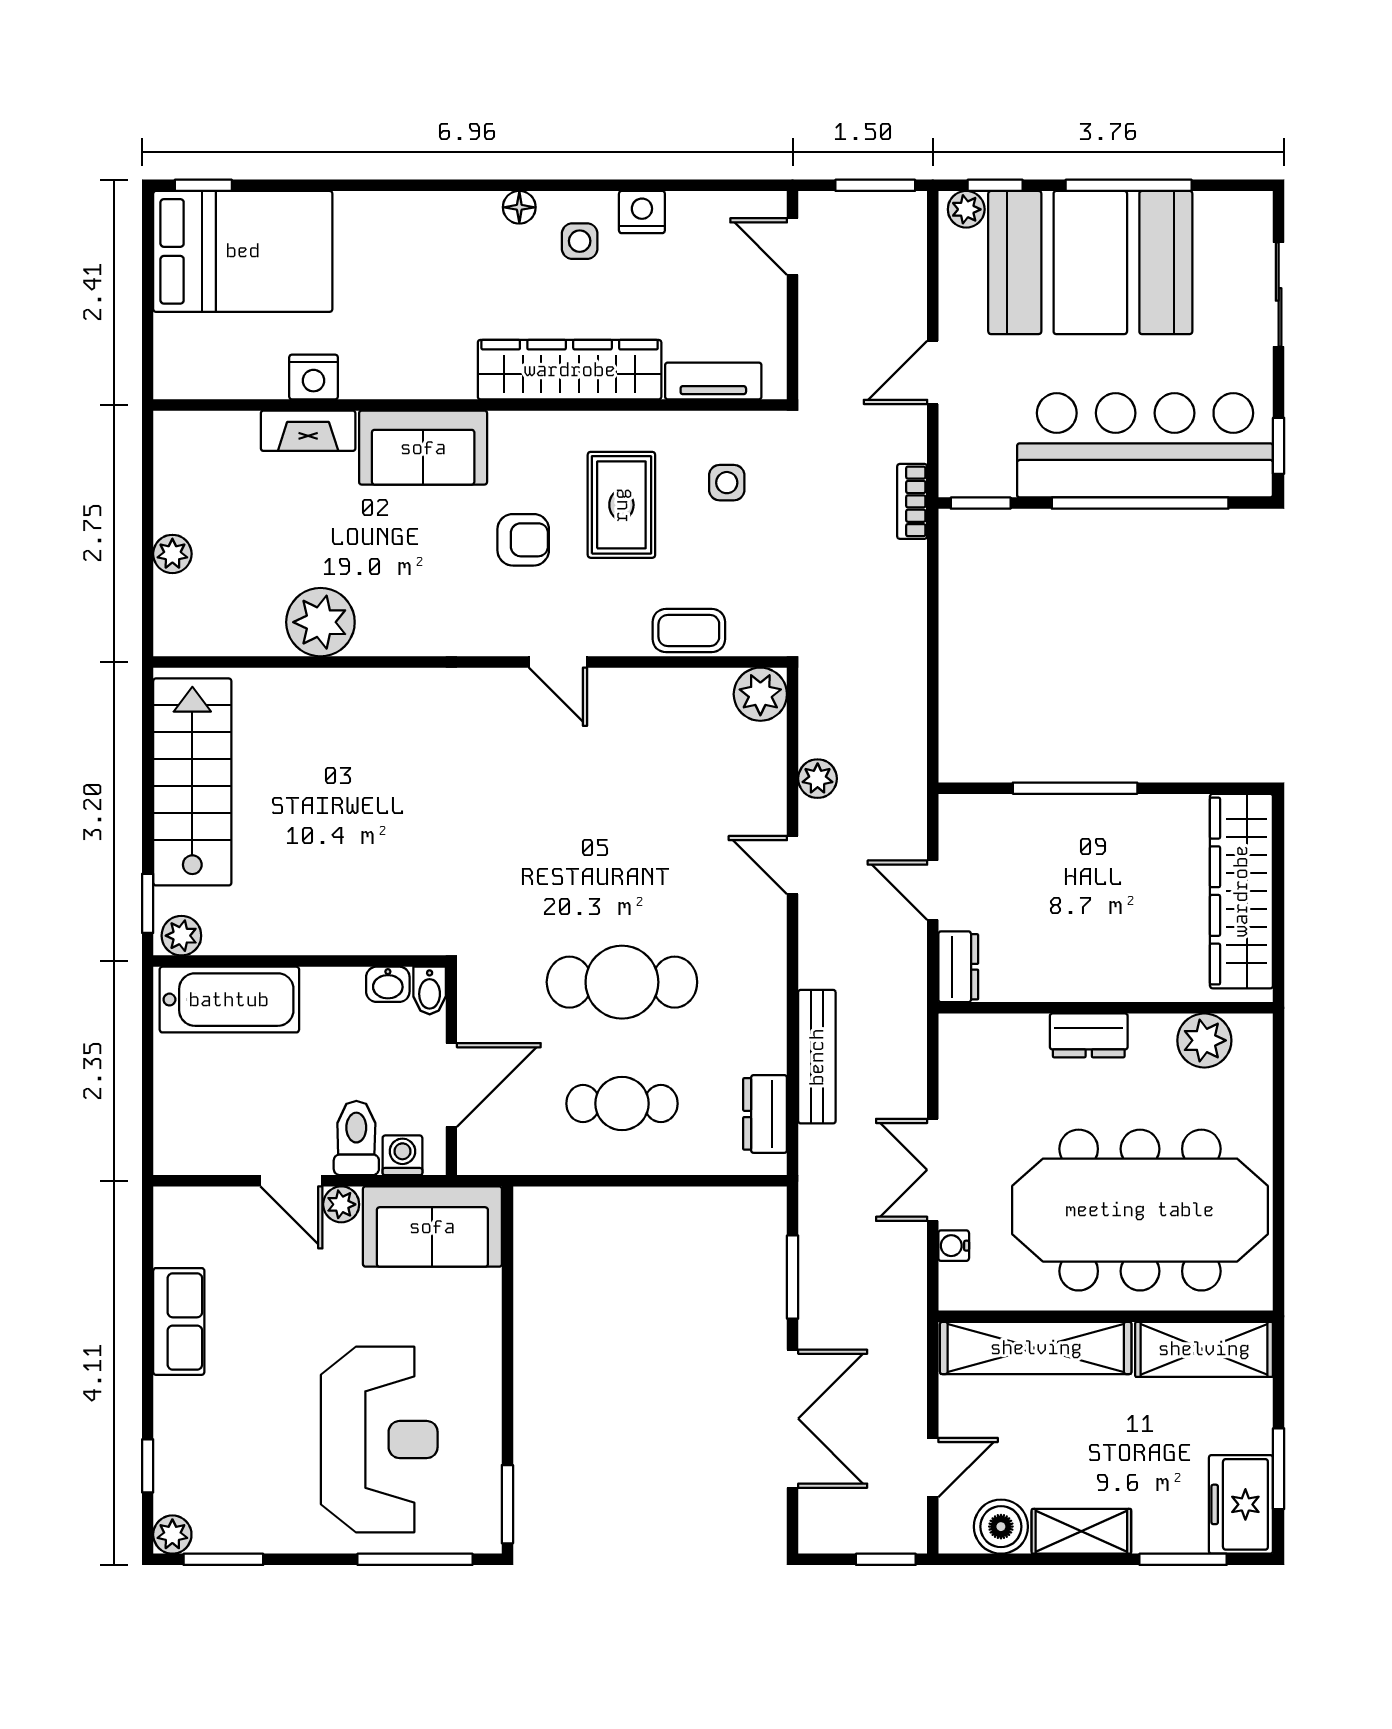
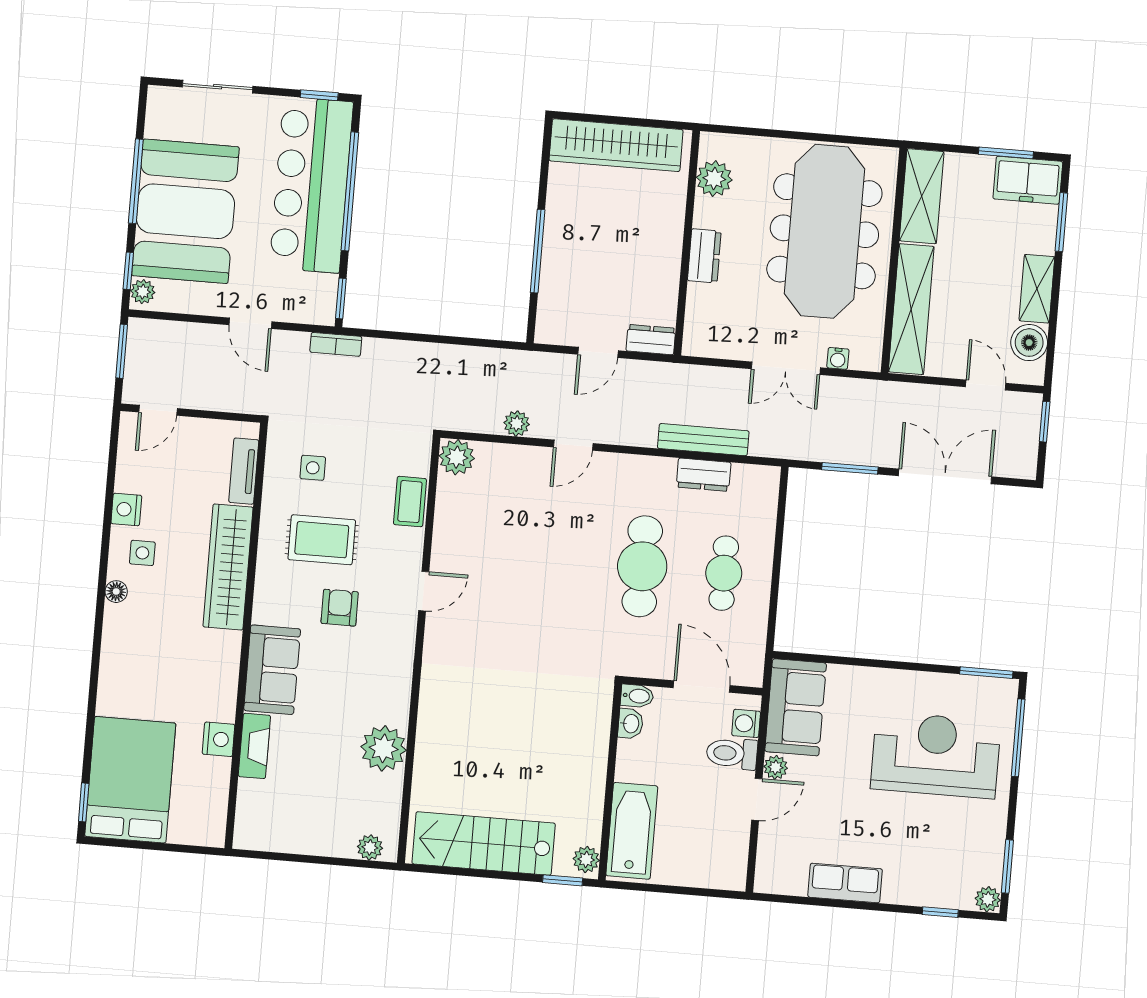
plant: (172, 554) -> (370, 847), moved
dresser: (765, 1114) -> (704, 475), moved

